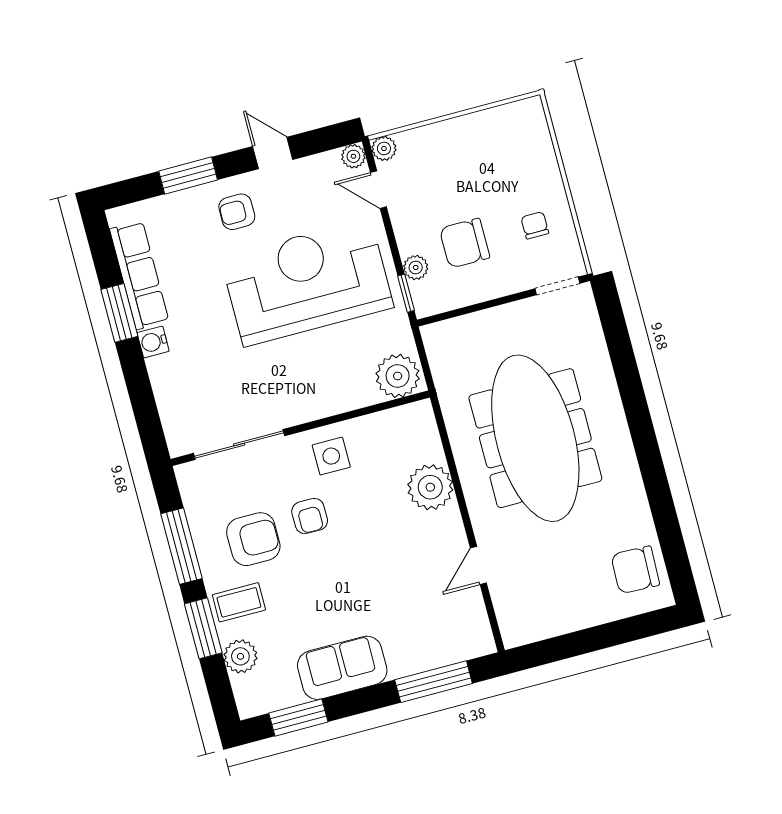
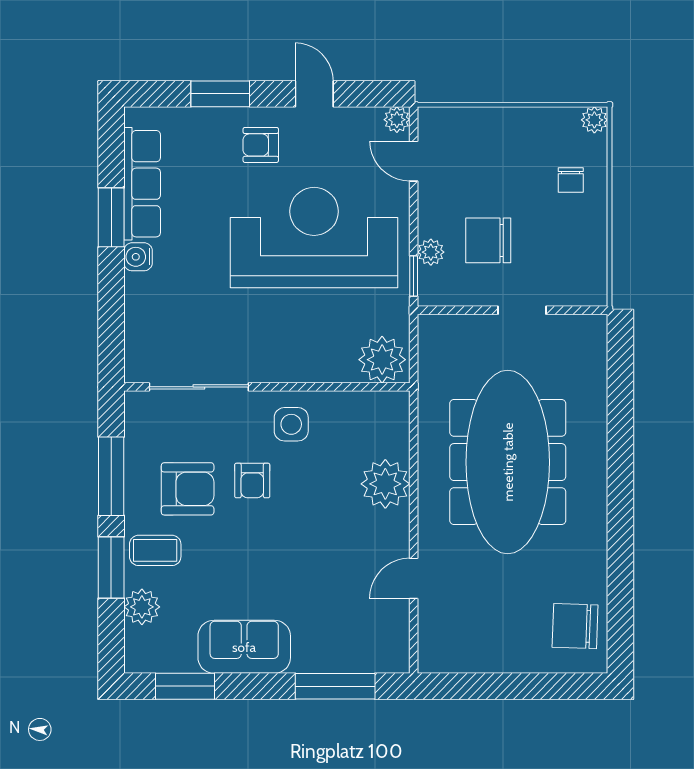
plant: (384, 148) -> (594, 120), moved
chair: (535, 225) -> (571, 180), moved, turned 180
doorway: (557, 286) -> (522, 310), moved

